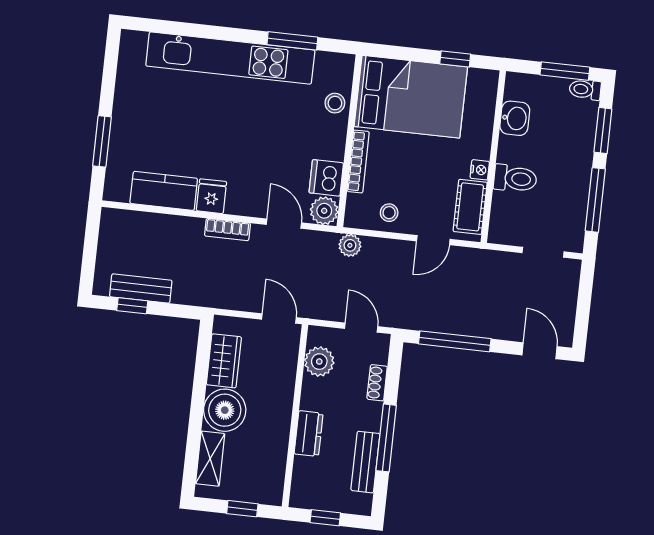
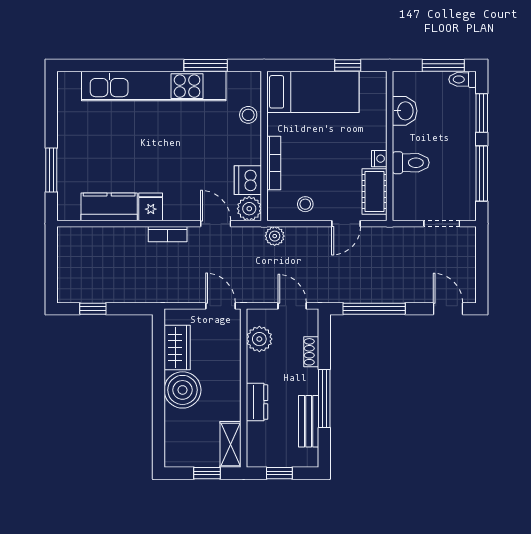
bed: (411, 97) -> (313, 92), width x0.67
bench: (141, 288) -> (99, 293), removed
shelving: (210, 459) -> (231, 444), moved

